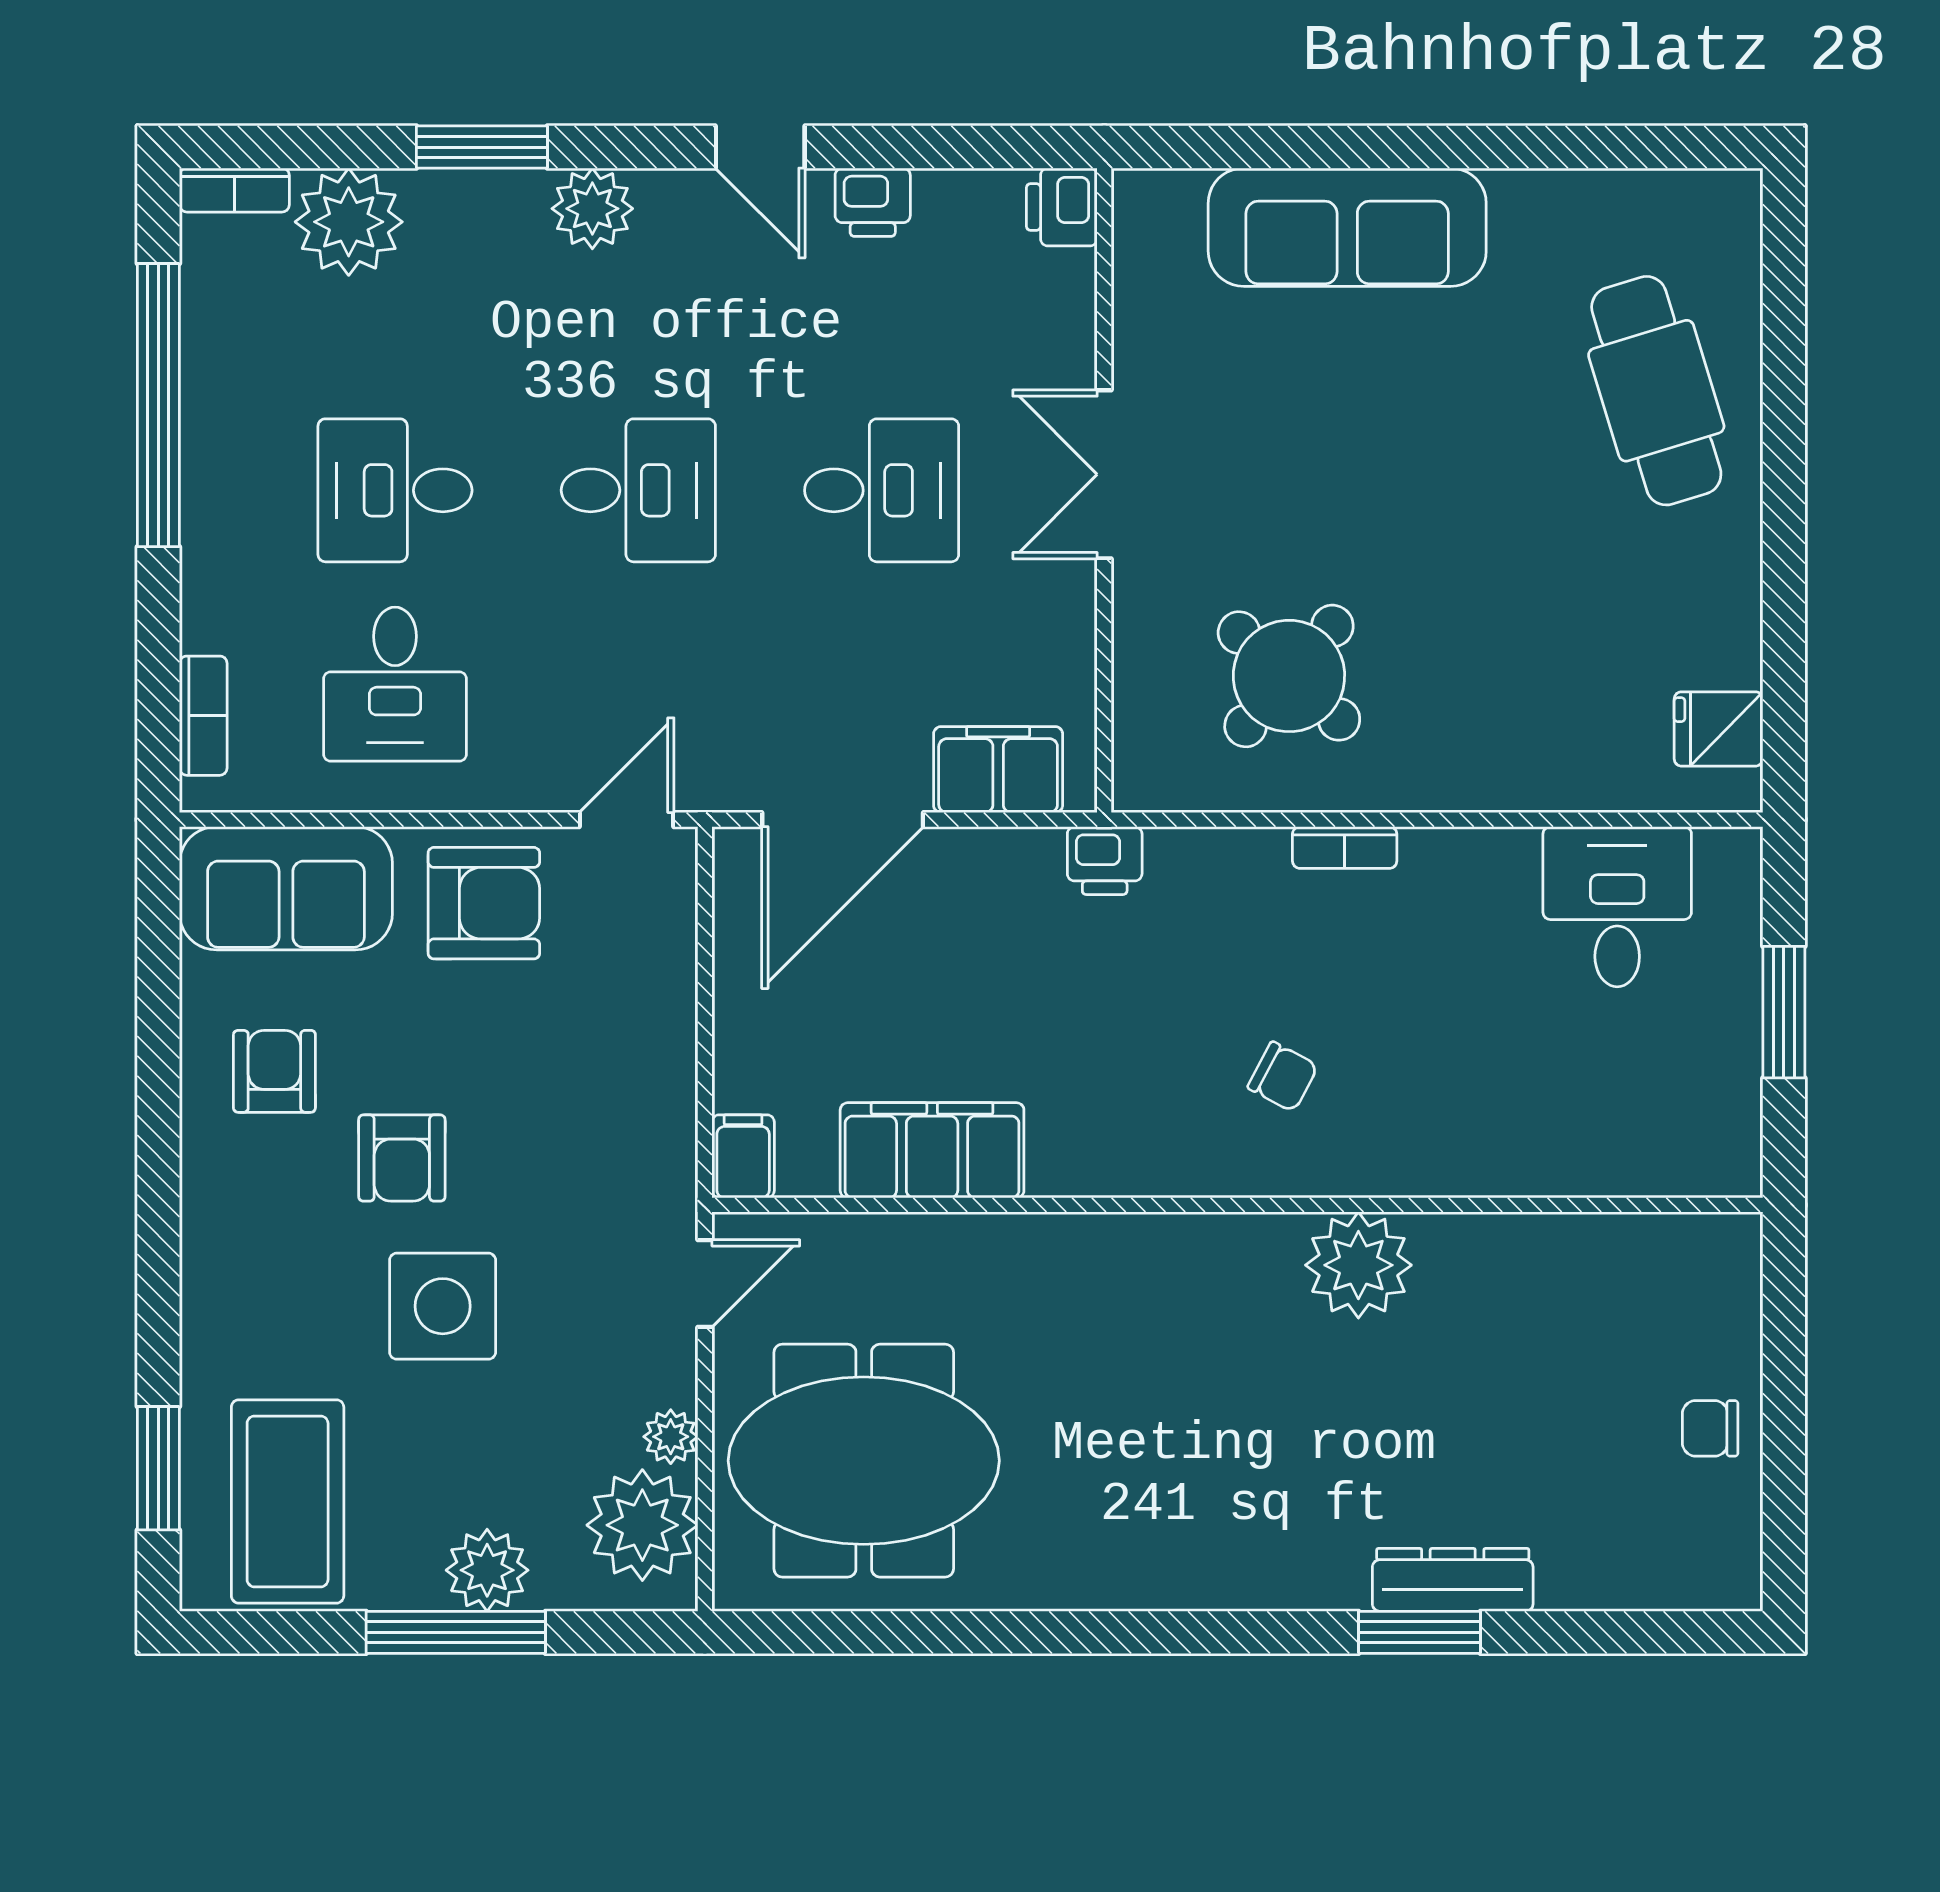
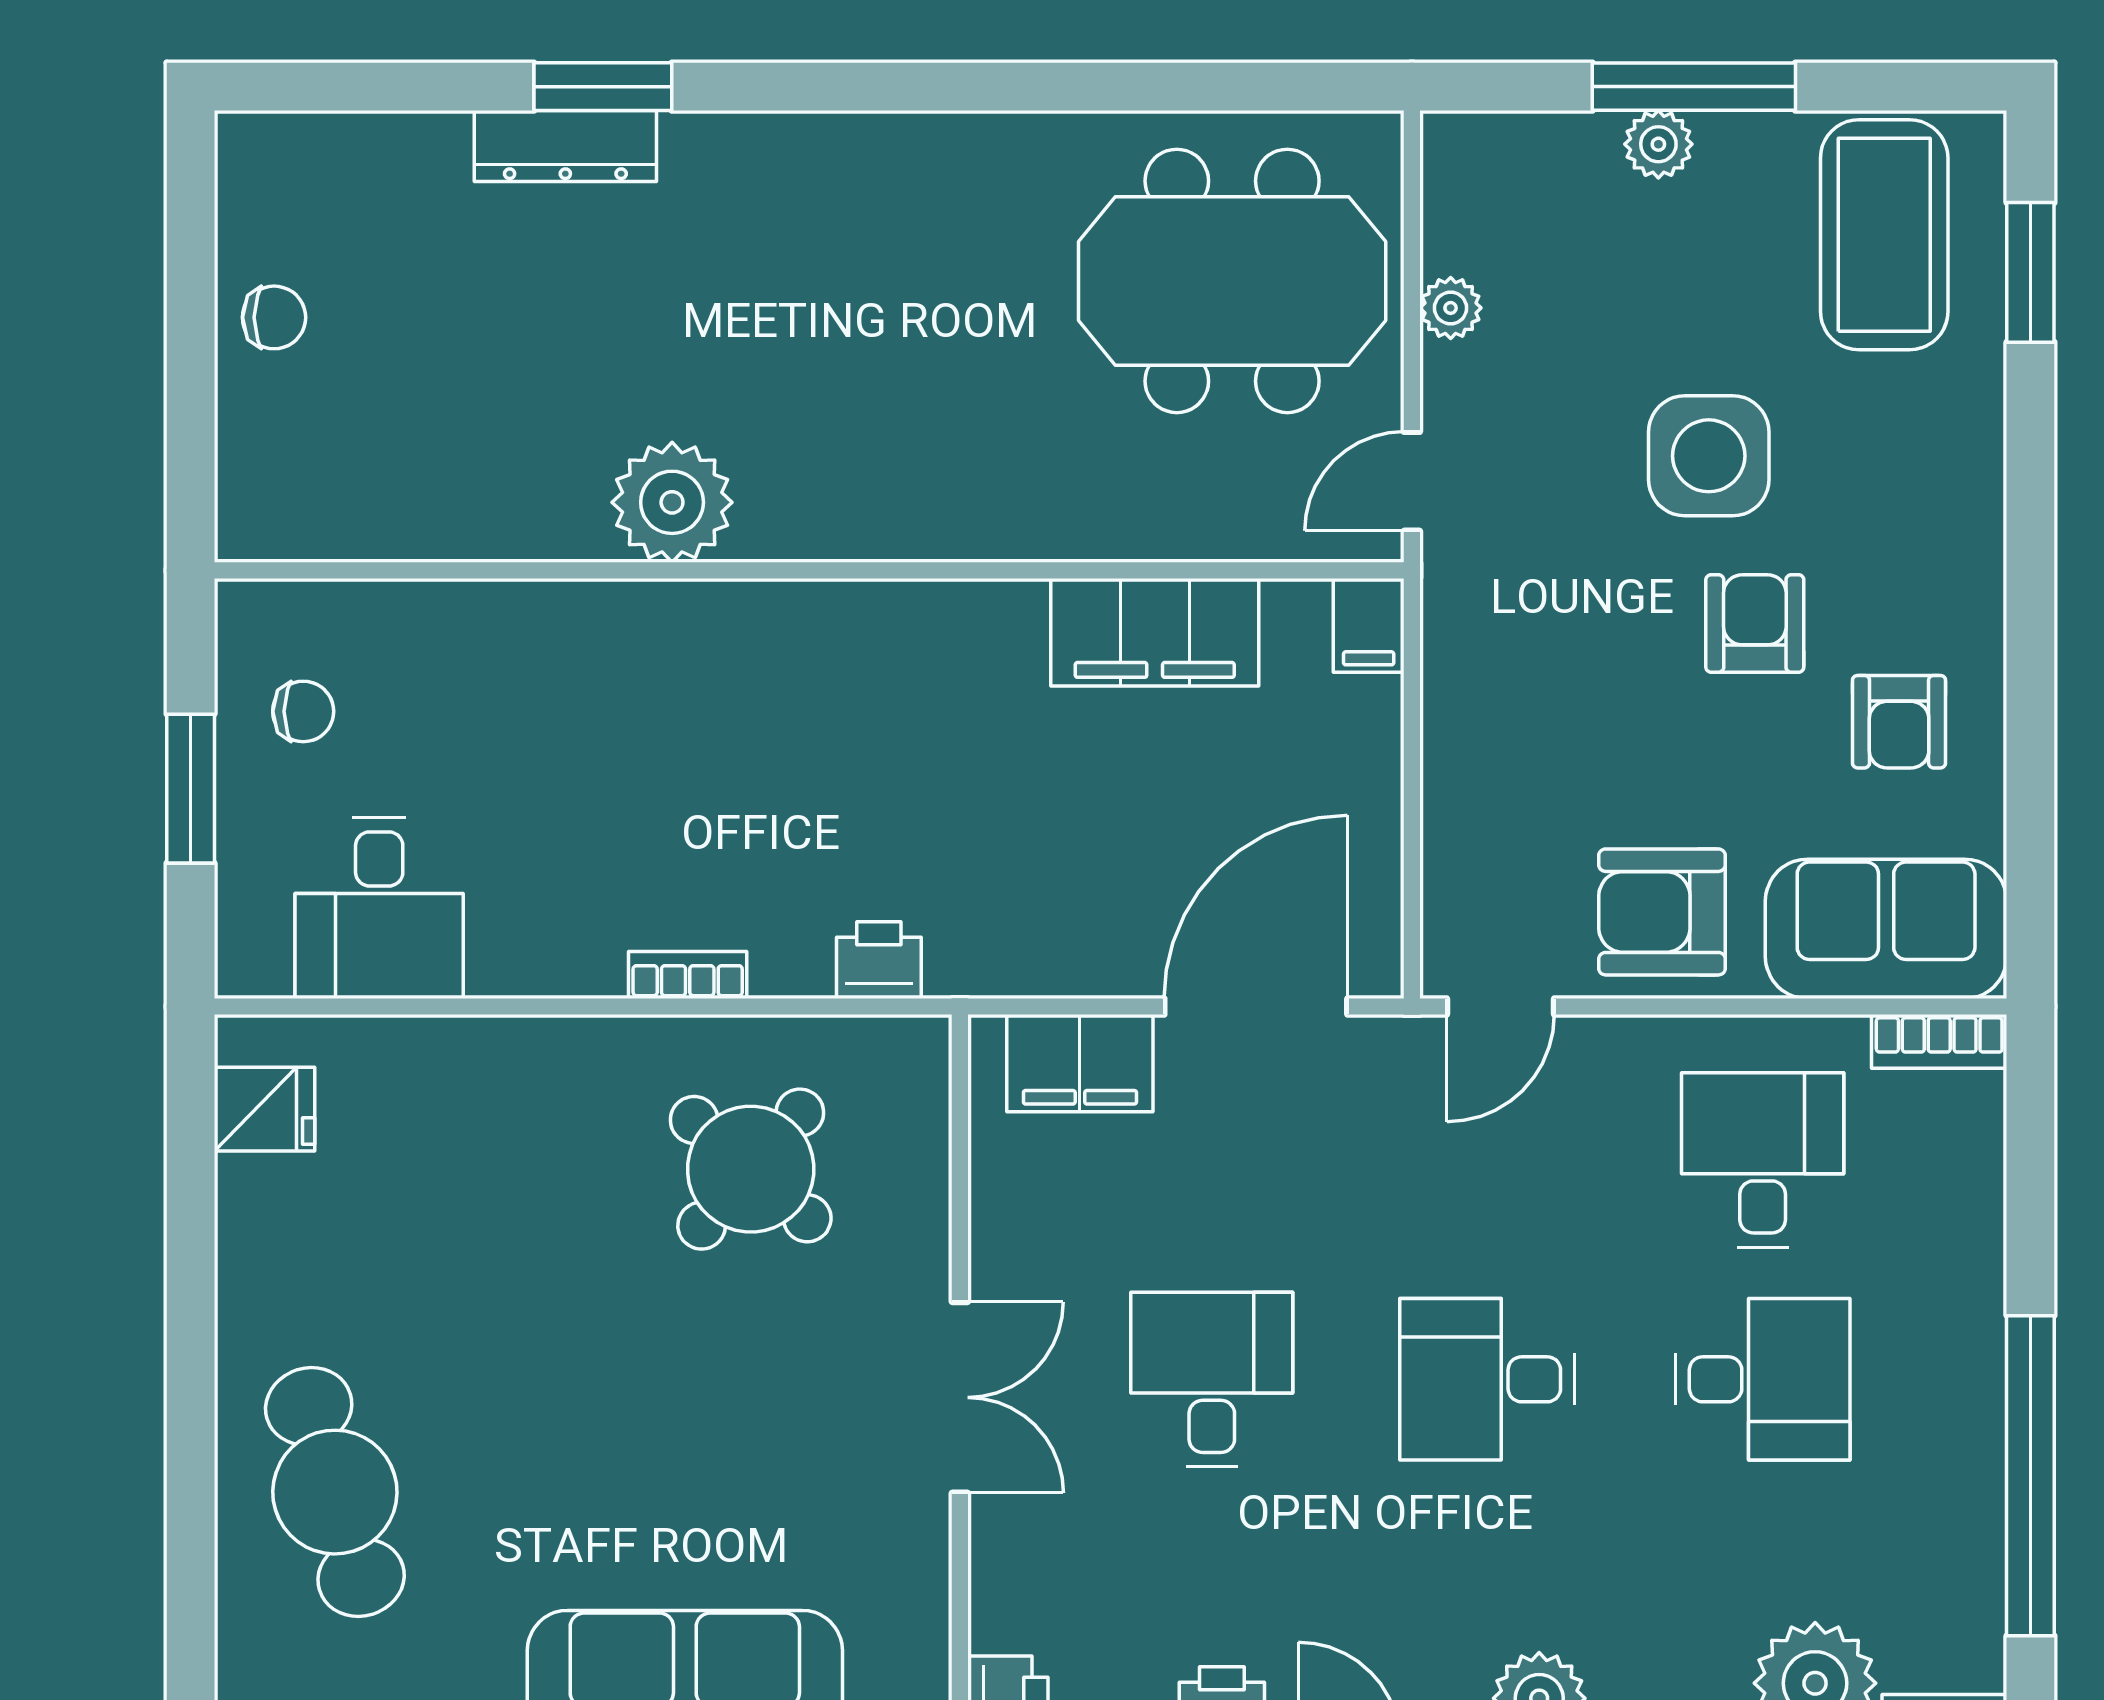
desk: (882, 490) -> (1212, 1379), turned 90
bookcase: (203, 716) -> (1939, 1041), moved, turned -90
printer: (1105, 861) -> (879, 960), moved
chair: (1283, 1077) -> (303, 711), moved, turned 152
plant: (642, 1525) -> (1483, 208), removed
plant: (487, 1570) -> (1658, 144), width x0.73, depth x0.73

